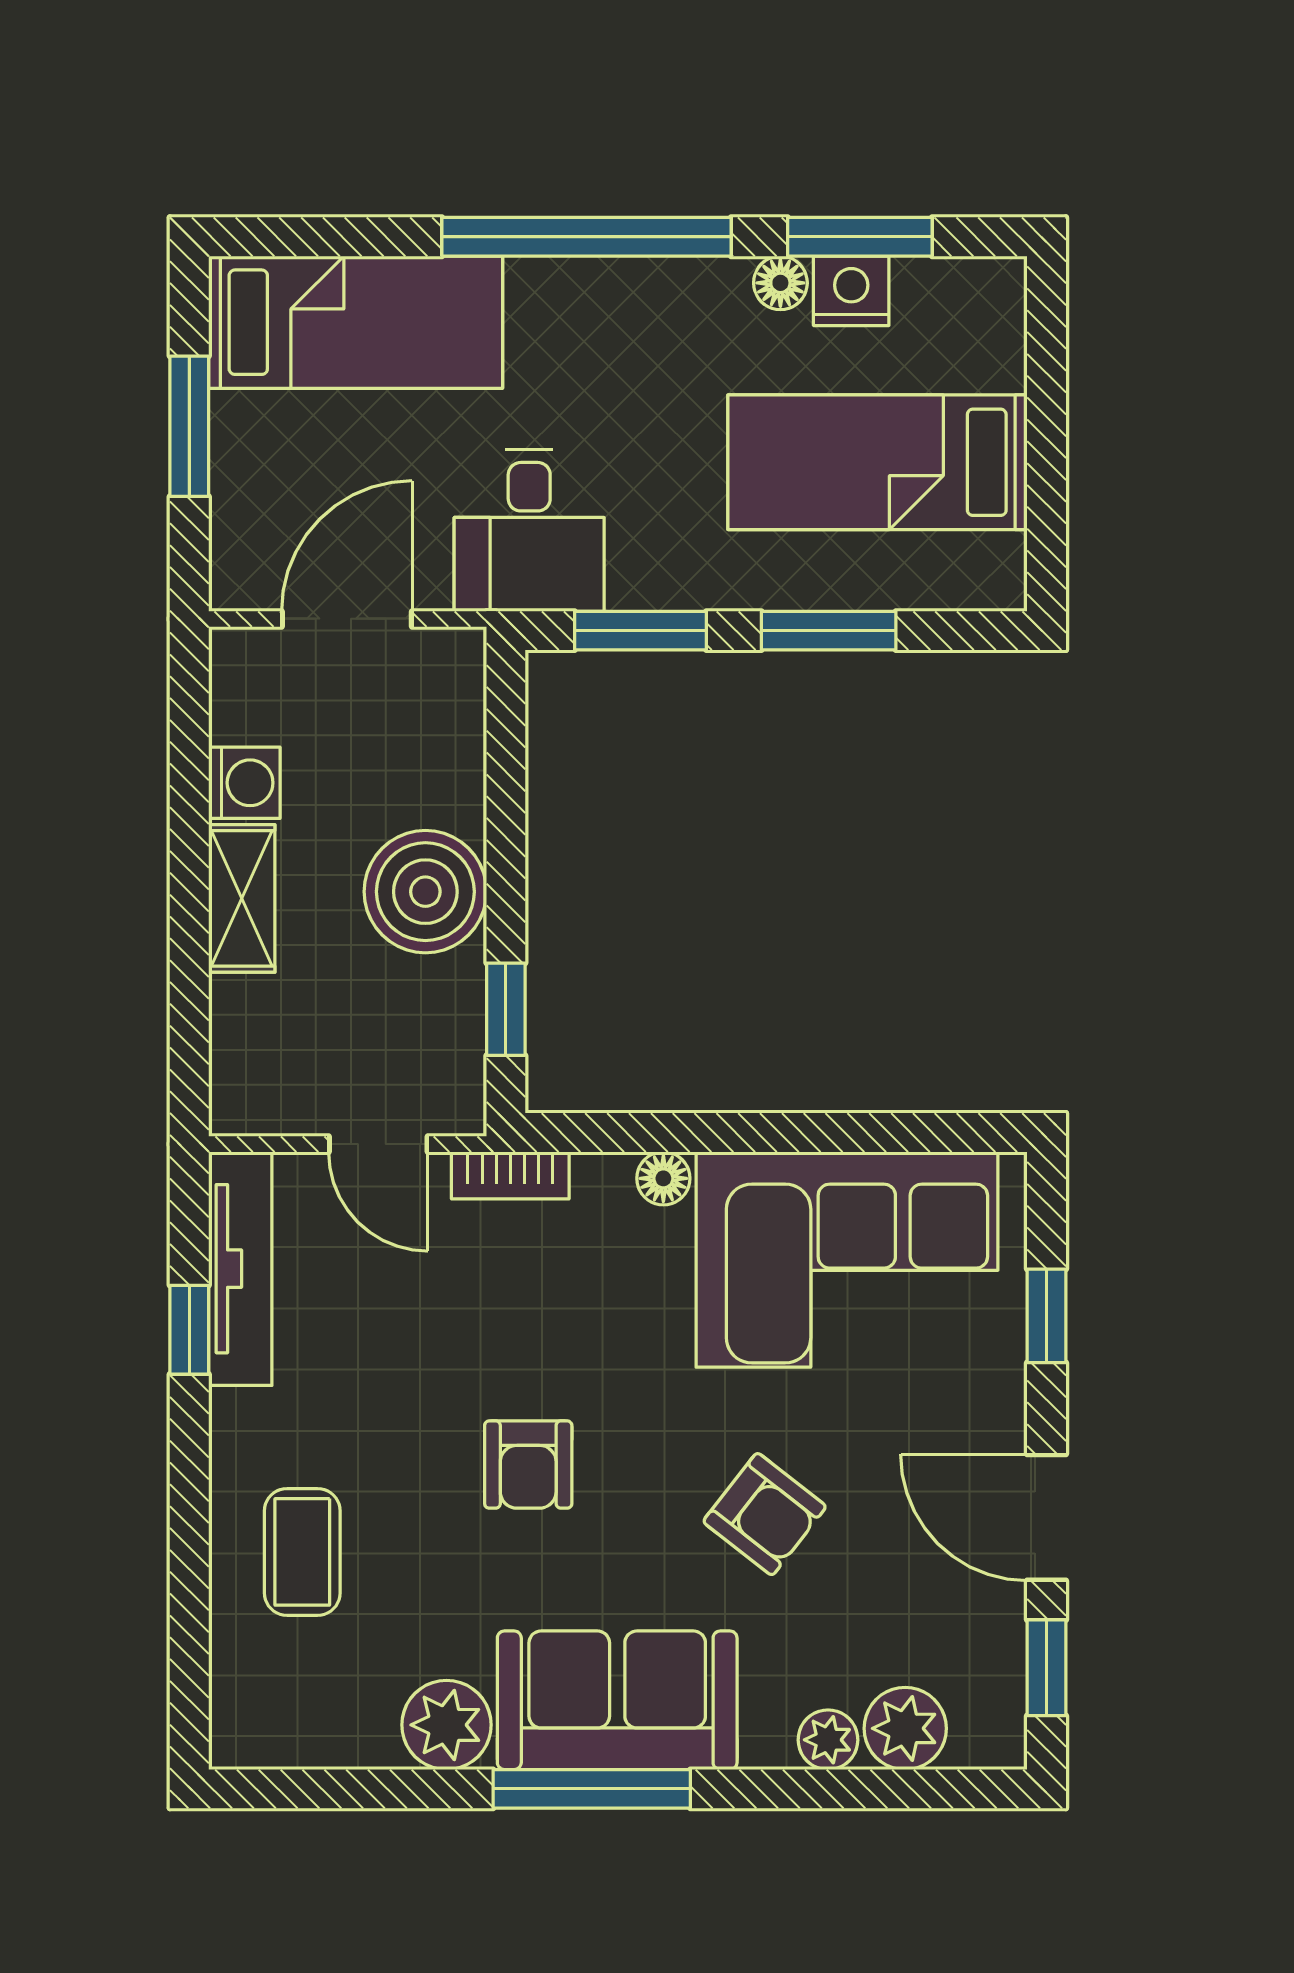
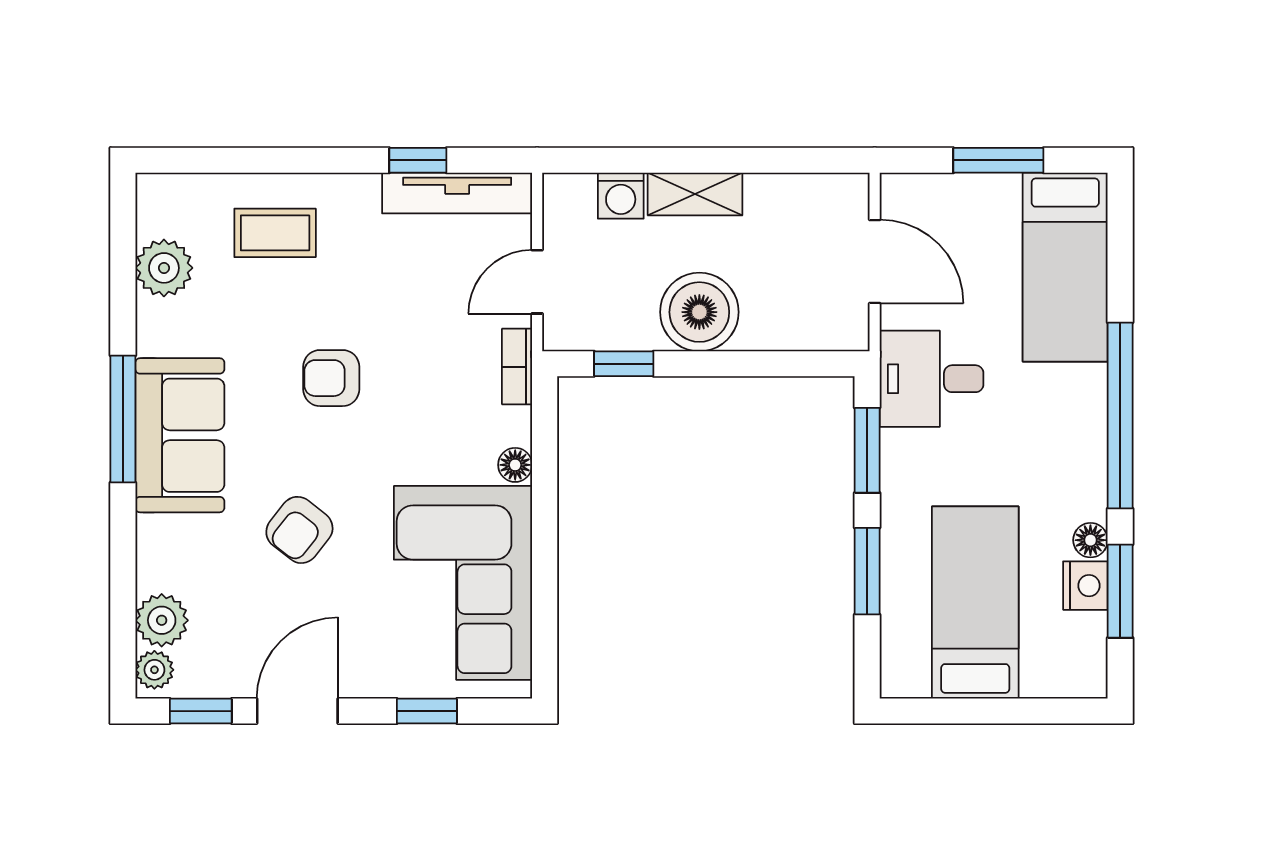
washing machine: (244, 783) -> (621, 196), moved
plant: (446, 1725) -> (164, 268), moved
plant: (828, 1740) -> (154, 670), moved

